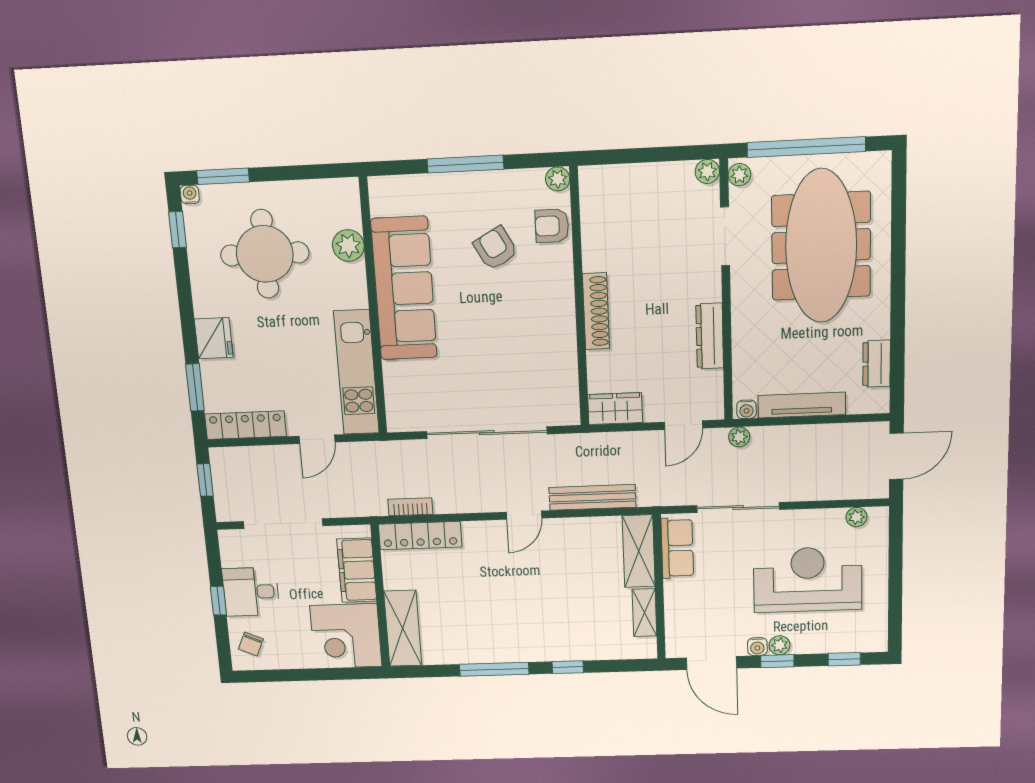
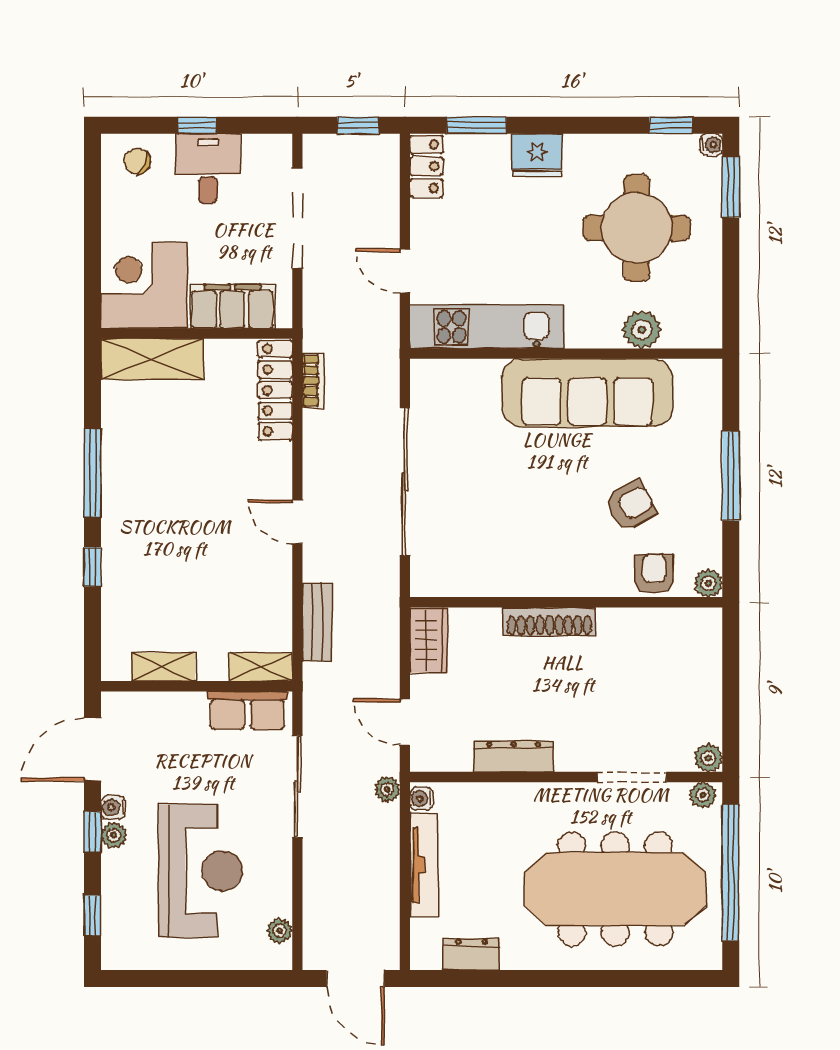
locker: (246, 425) -> (426, 166), width x0.66
bench: (592, 497) -> (317, 622), width x0.73
shelving: (639, 551) -> (261, 667), width x0.67, depth x0.75

